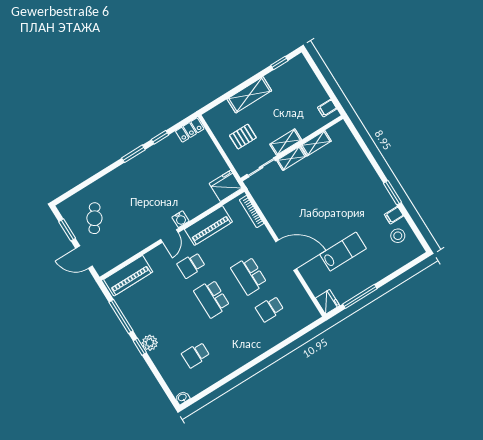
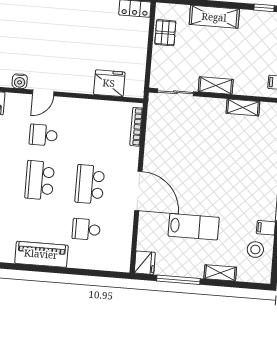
pallet: (243, 137) -> (165, 33), moved, turned 90
shelving: (291, 158) -> (220, 273), moved
fridge: (226, 186) -> (109, 83), moved
water cooler: (180, 219) -> (20, 81), moved
piano: (208, 226) -> (41, 254), moved, turned 180

